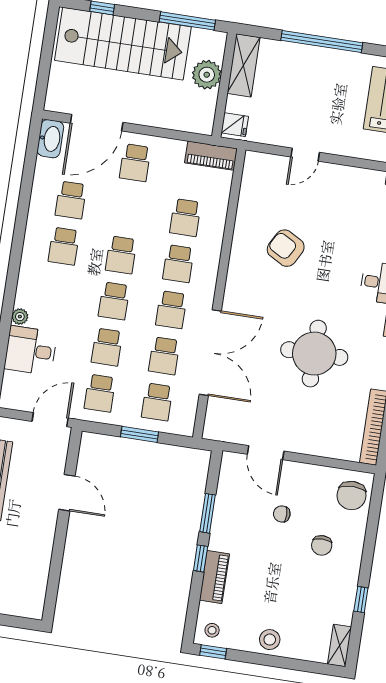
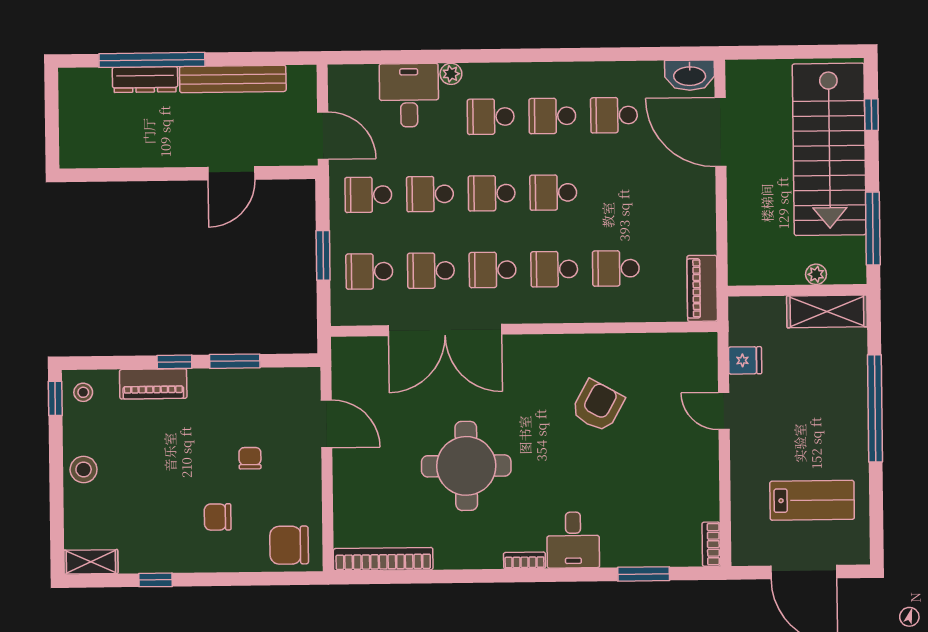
plant: (207, 75) -> (816, 274), width x0.53, depth x0.53
fridge: (235, 125) -> (745, 360), moved, turned -90
school desk: (135, 163) -> (491, 117), moved
door: (266, 453) -> (326, 424), swing flipped

